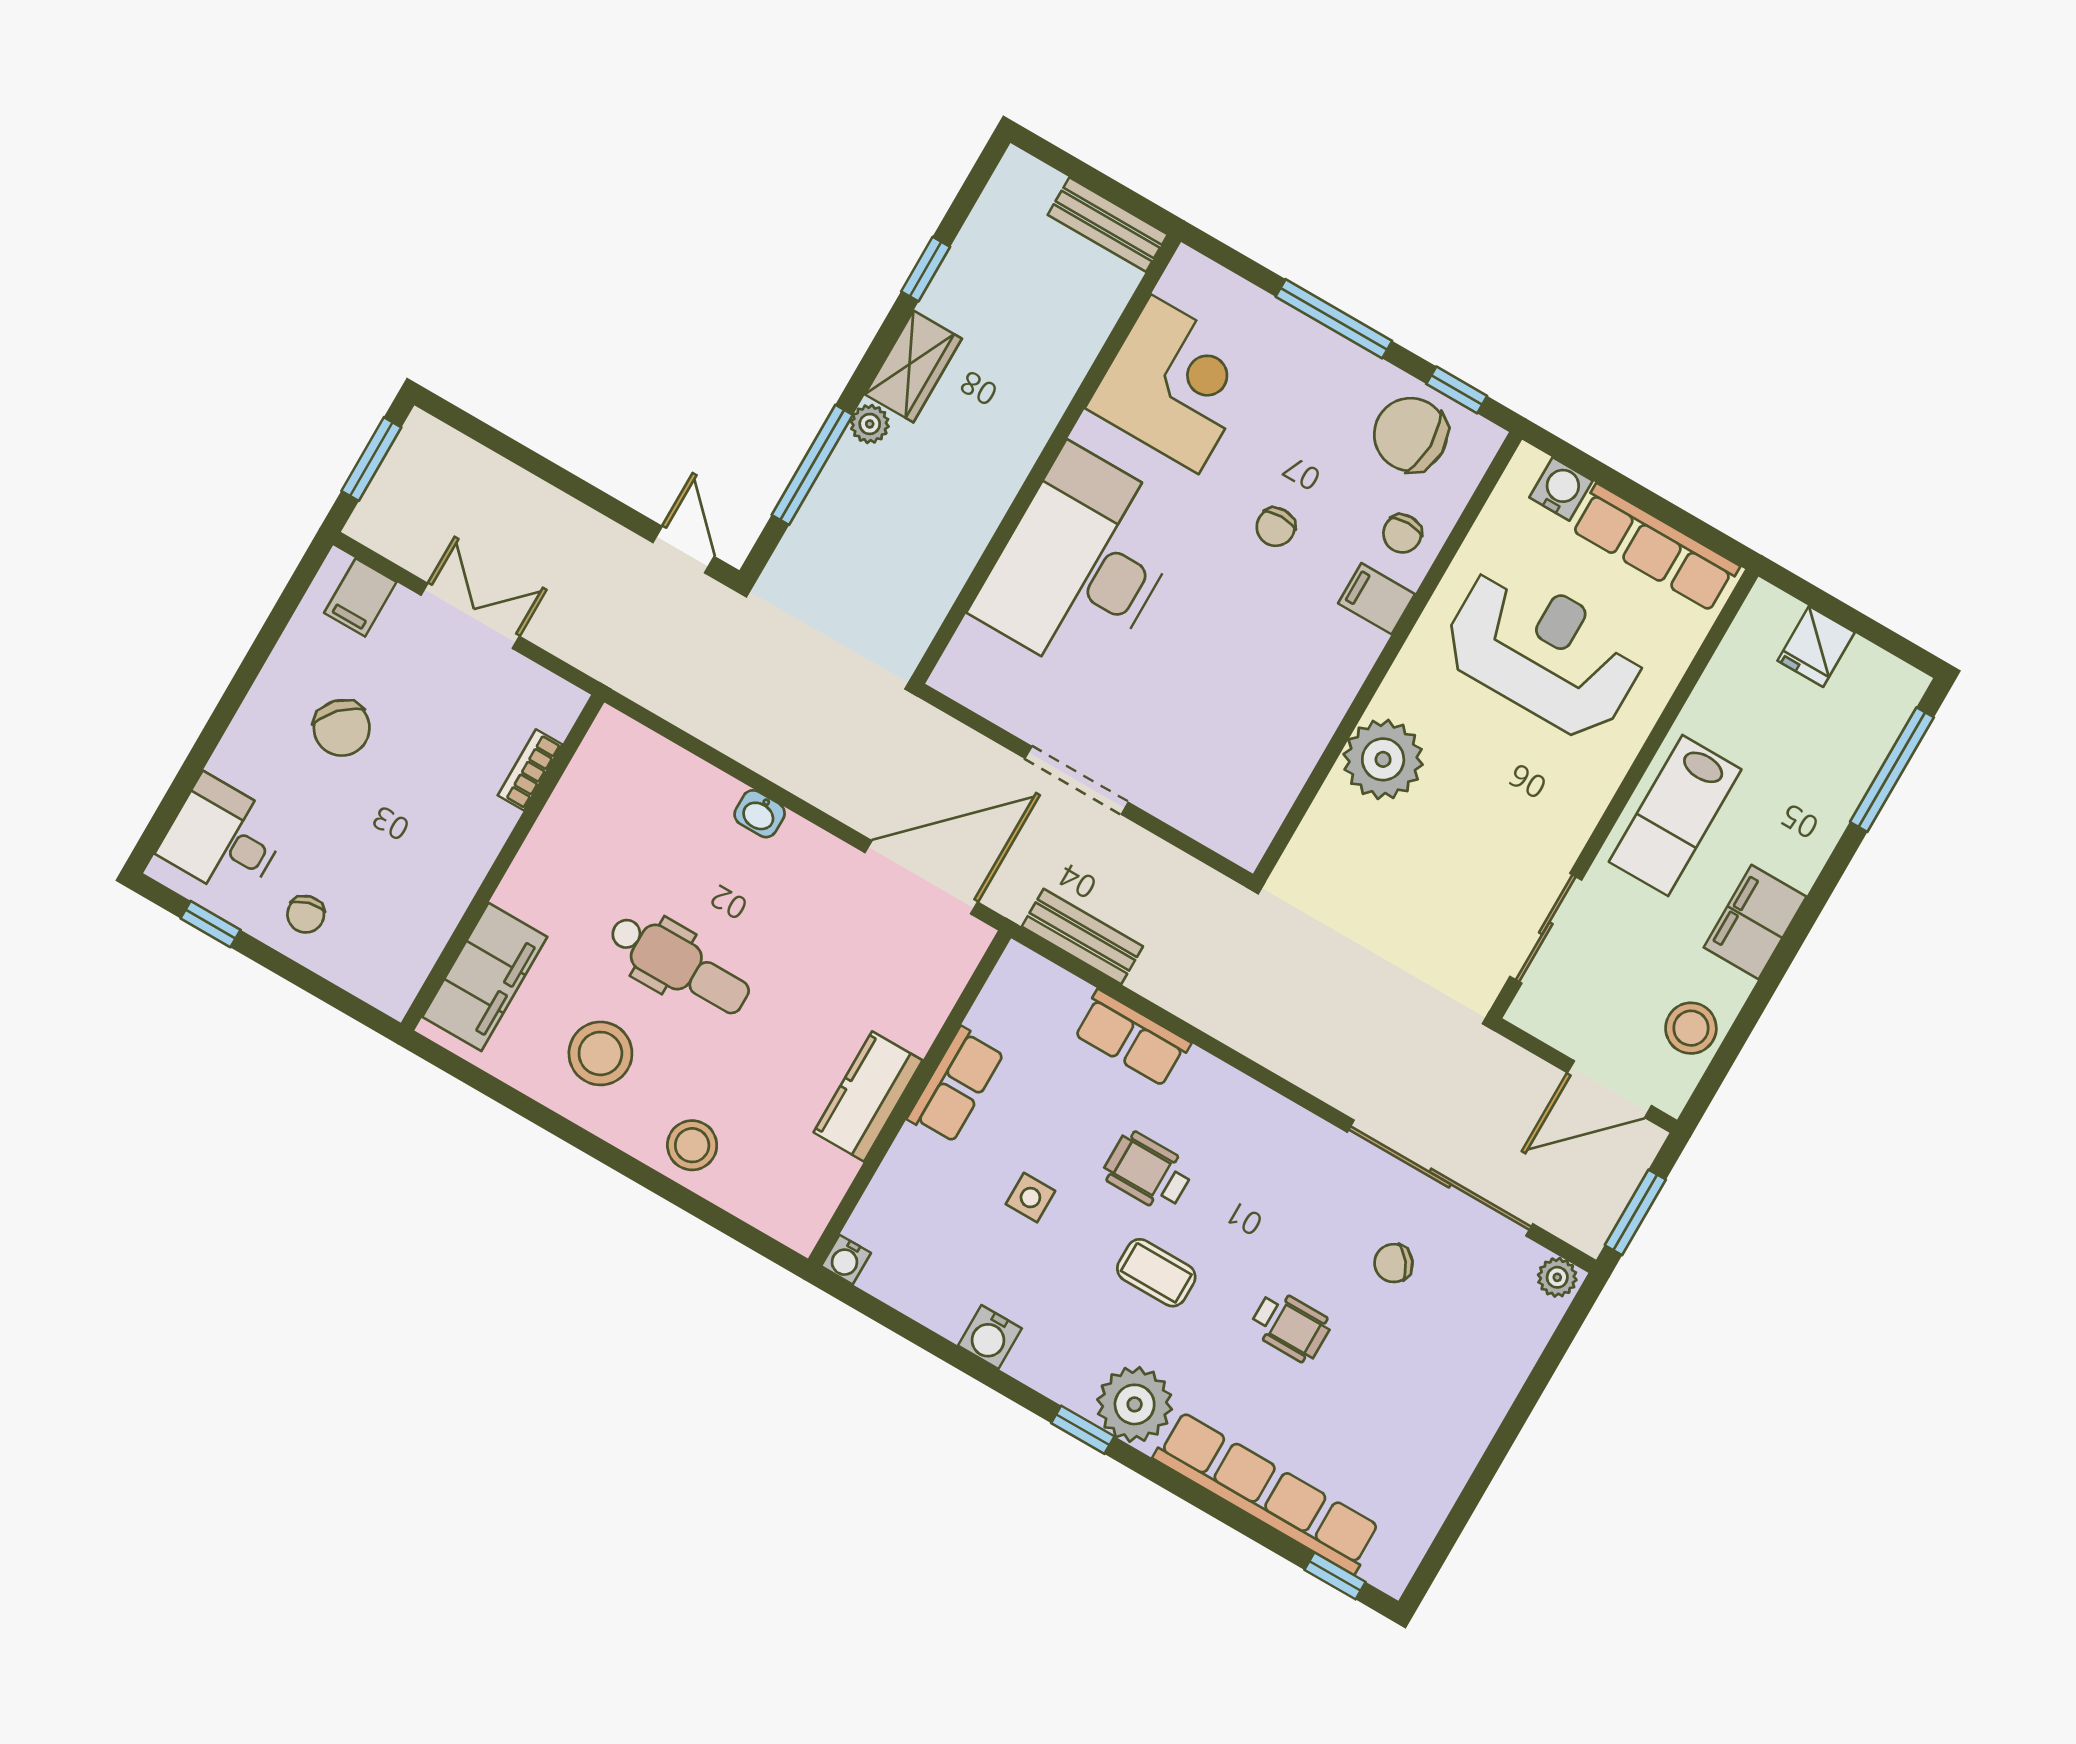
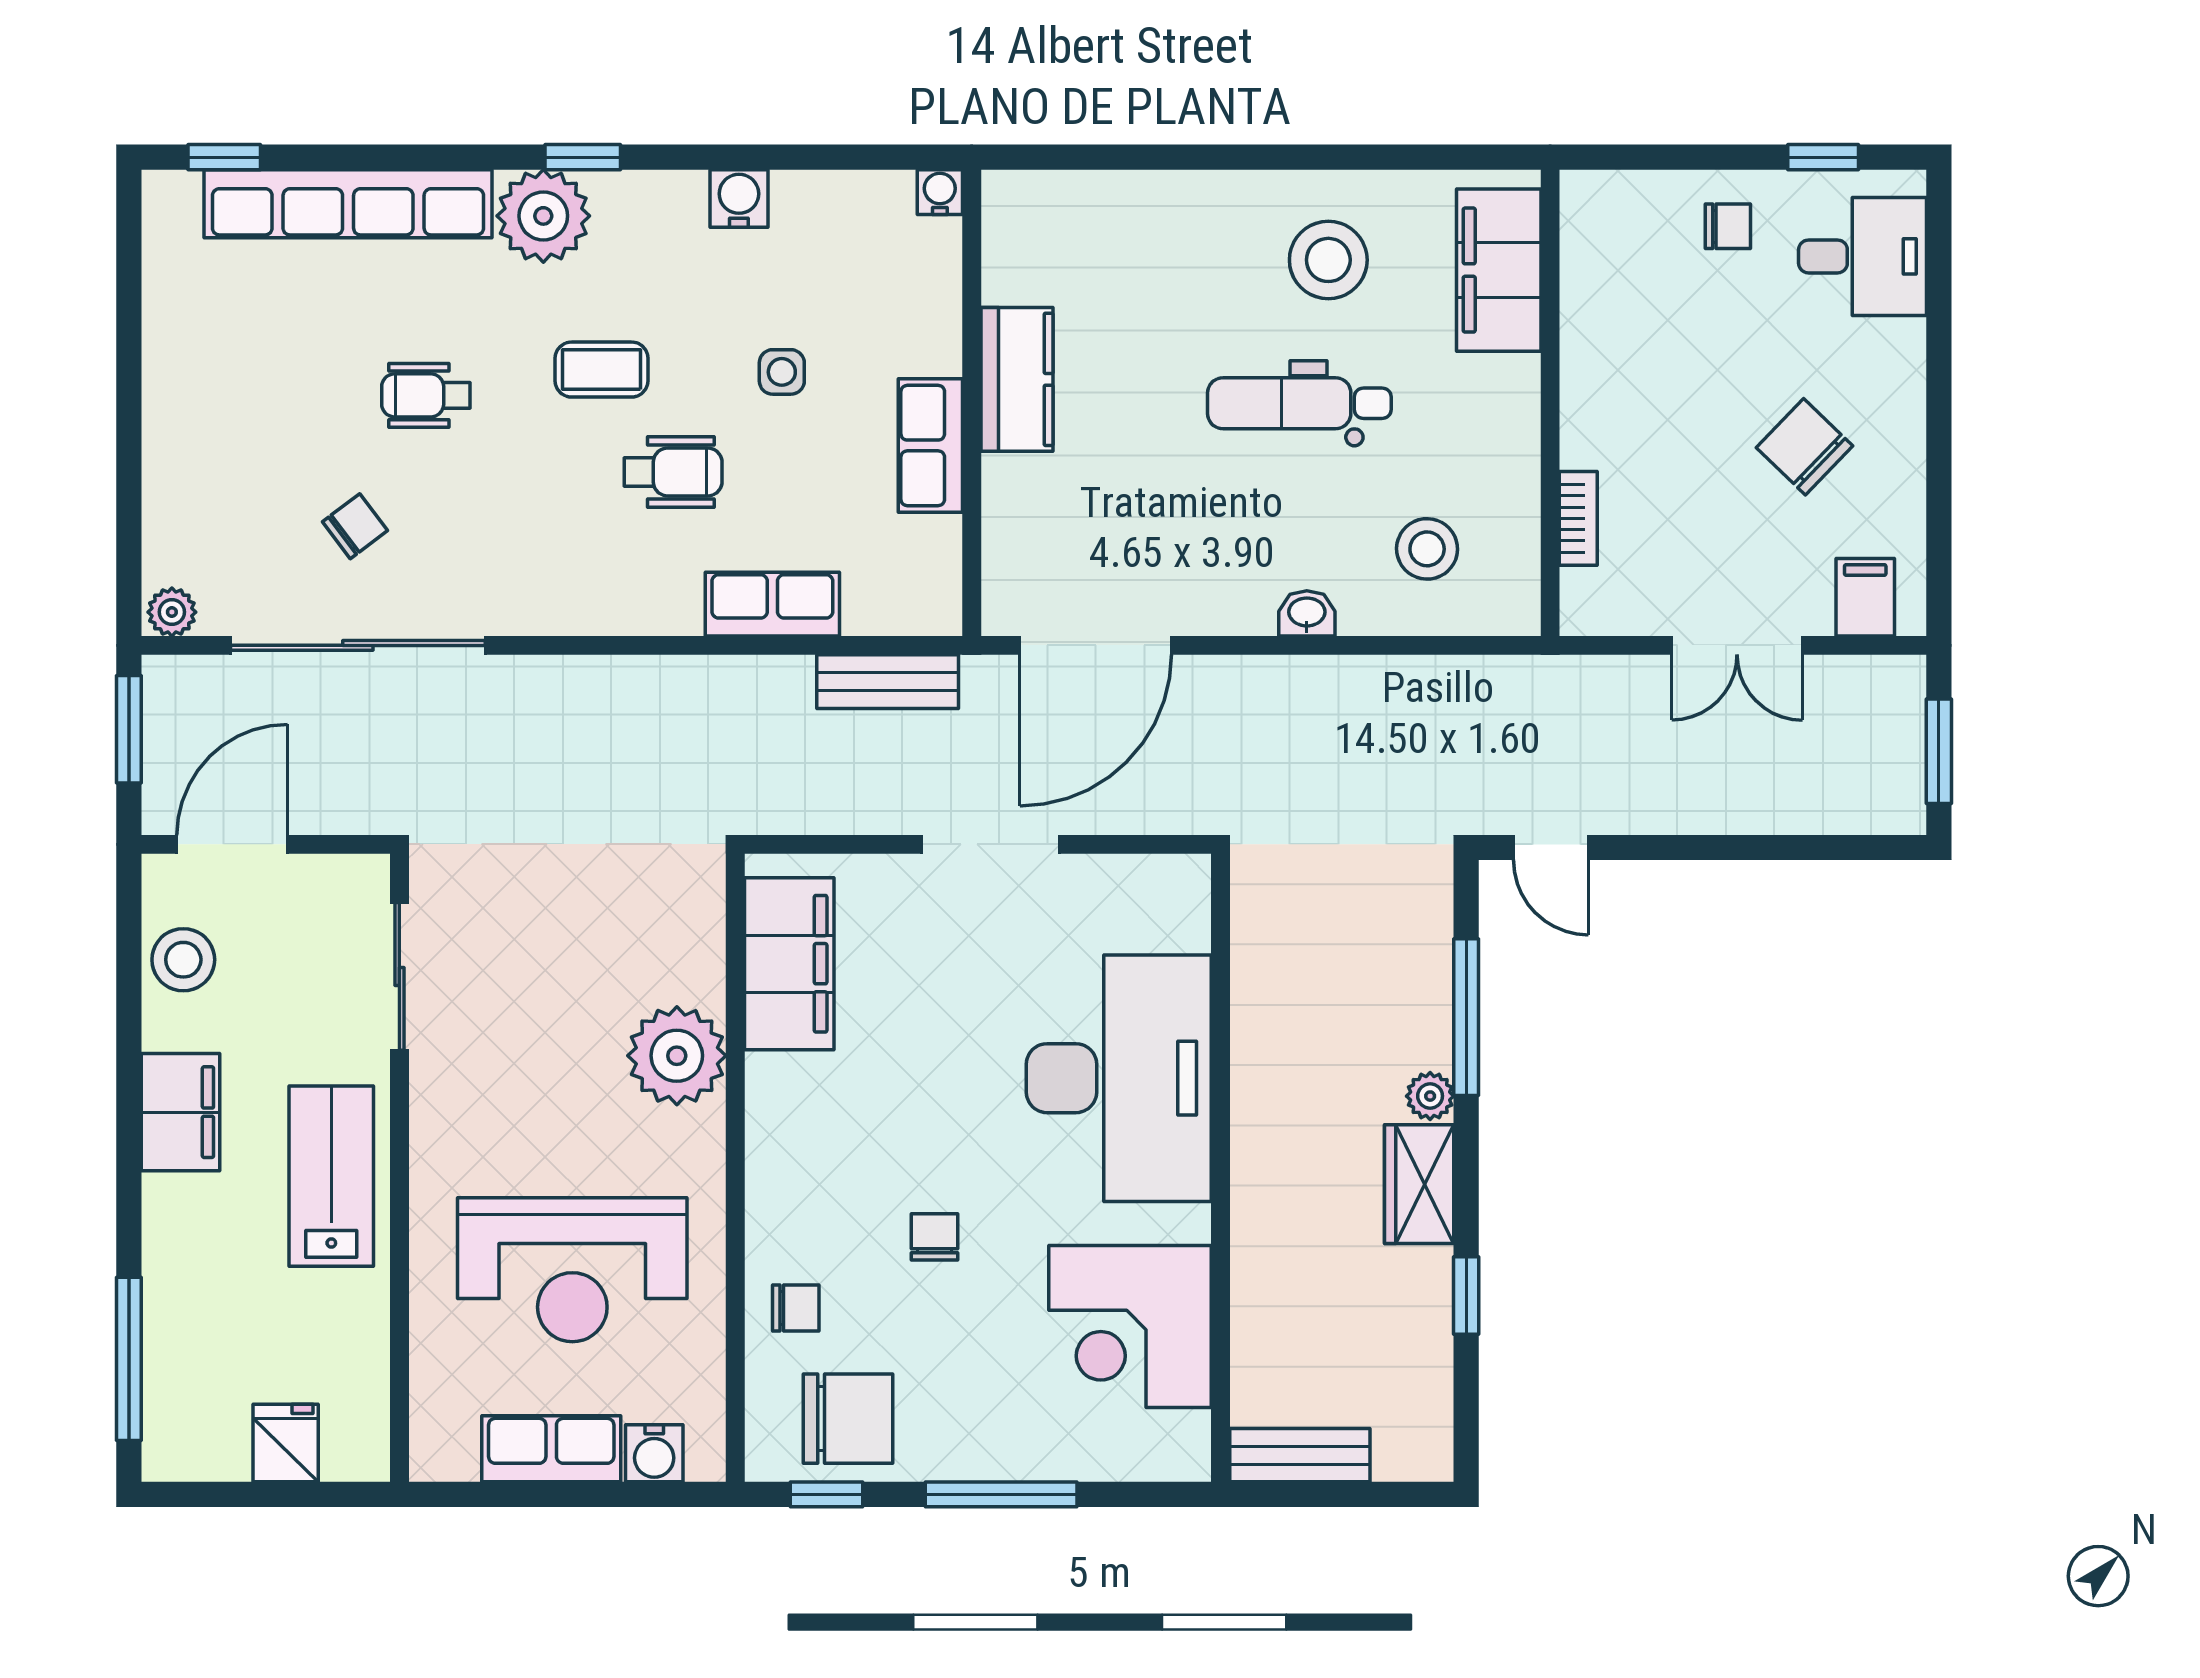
chair: (1402, 534) -> (796, 1308), turned 90
row of seats: (1655, 548) -> (551, 1449), width x0.68
filing cabinet: (1377, 599) -> (789, 964), moved, width x3.00, depth x1.17
chair: (306, 914) -> (1728, 226), turned 105
stool: (692, 1145) -> (1427, 549), moved

